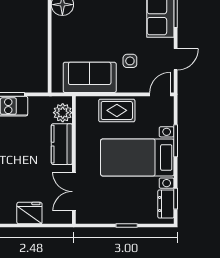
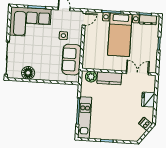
door: (160, 94) -> (84, 19), swing flipped
rug: (117, 110) -> (92, 45), removed
double door: (74, 192) -> (137, 73), swing flipped

